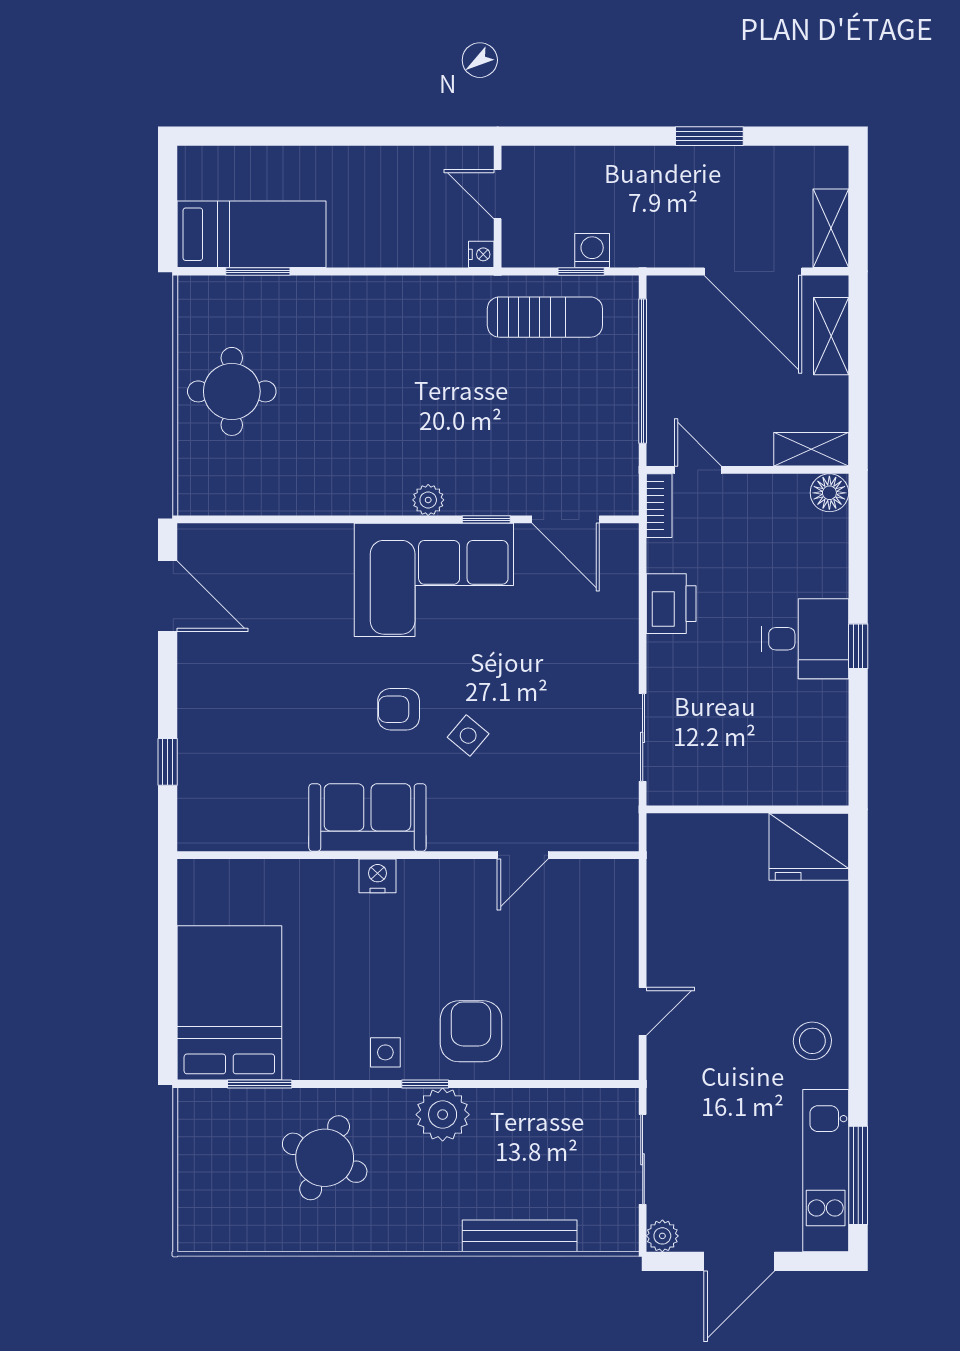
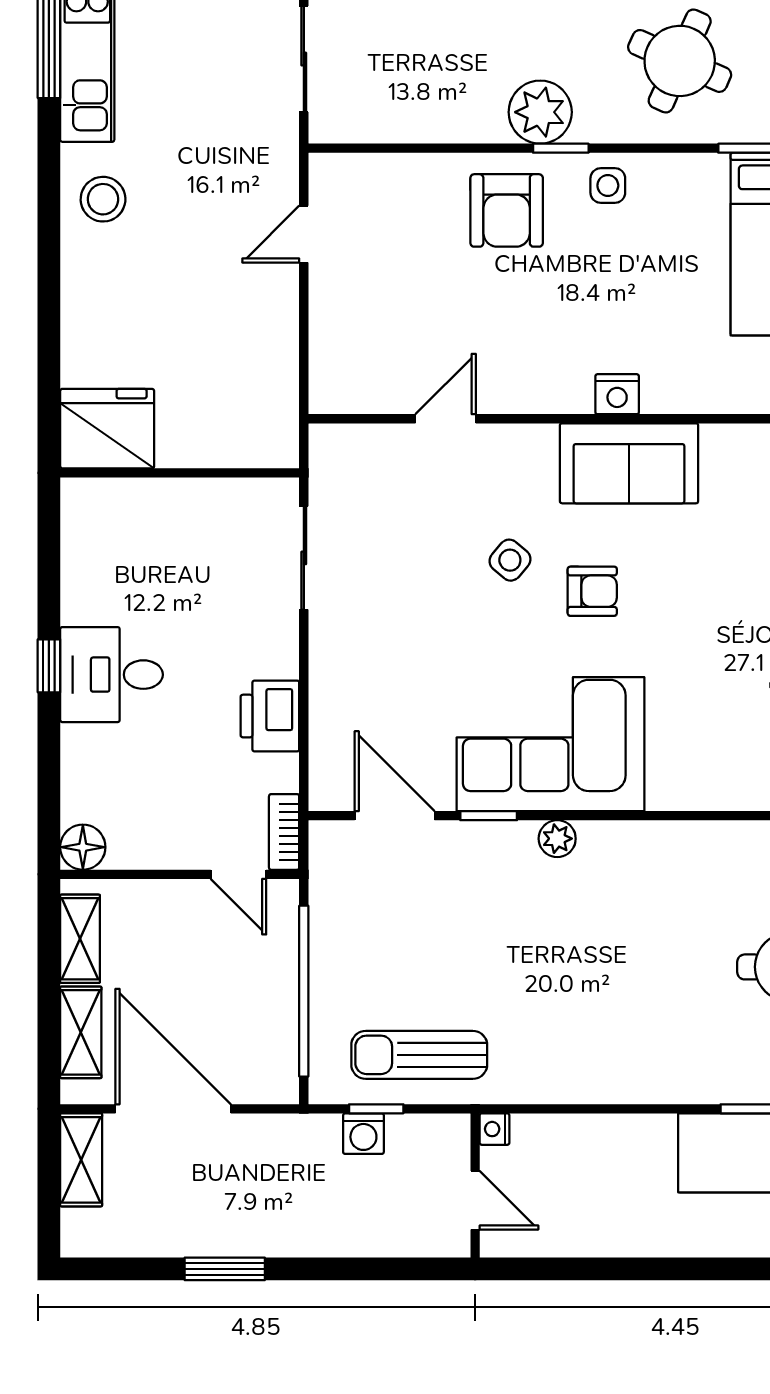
shelving: (811, 449) -> (80, 939), moved, turned 90

